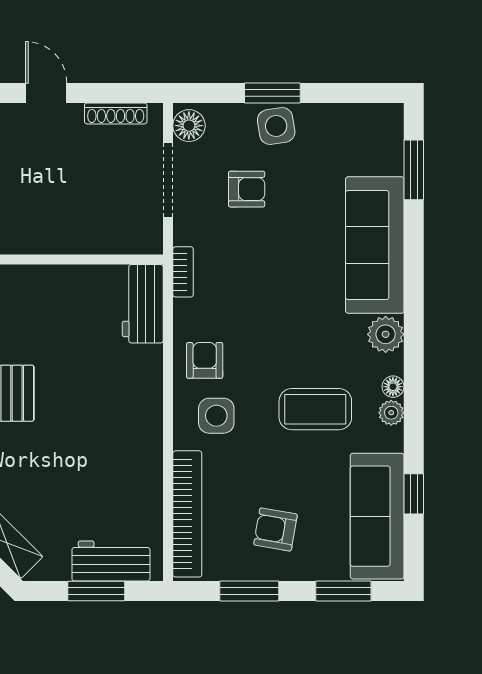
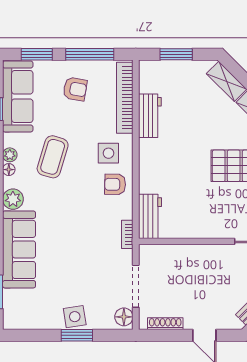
armchair: (247, 189) -> (91, 281), removed
armchair: (205, 360) -> (115, 184), turned 91
coffee table: (315, 409) -> (53, 157), turned -73
workbench: (111, 561) -> (150, 116), moved, turned -90
window: (249, 591) -> (90, 54), width x1.44

